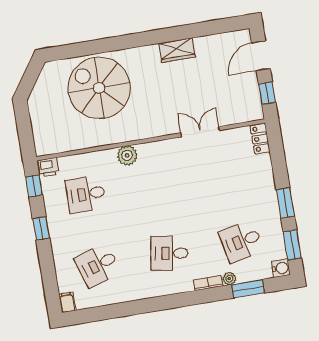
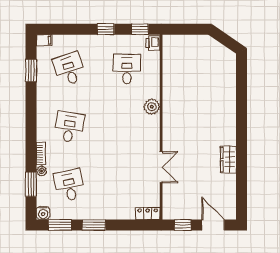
spiral stairs: (99, 88) -> (209, 93), removed
window: (107, 312) -> (31, 71), added

